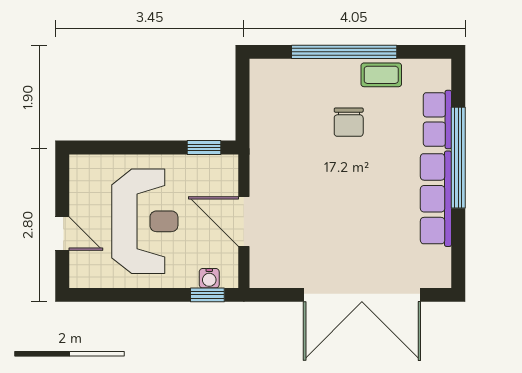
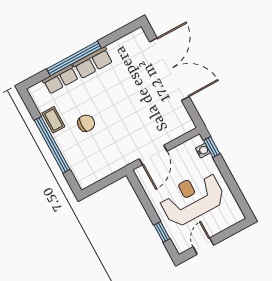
window: (204, 147) -> (162, 232), moved
row of seats: (436, 199) -> (93, 63), width x0.68
door: (244, 221) -> (153, 155), moved
door: (62, 234) -> (203, 246), moved

